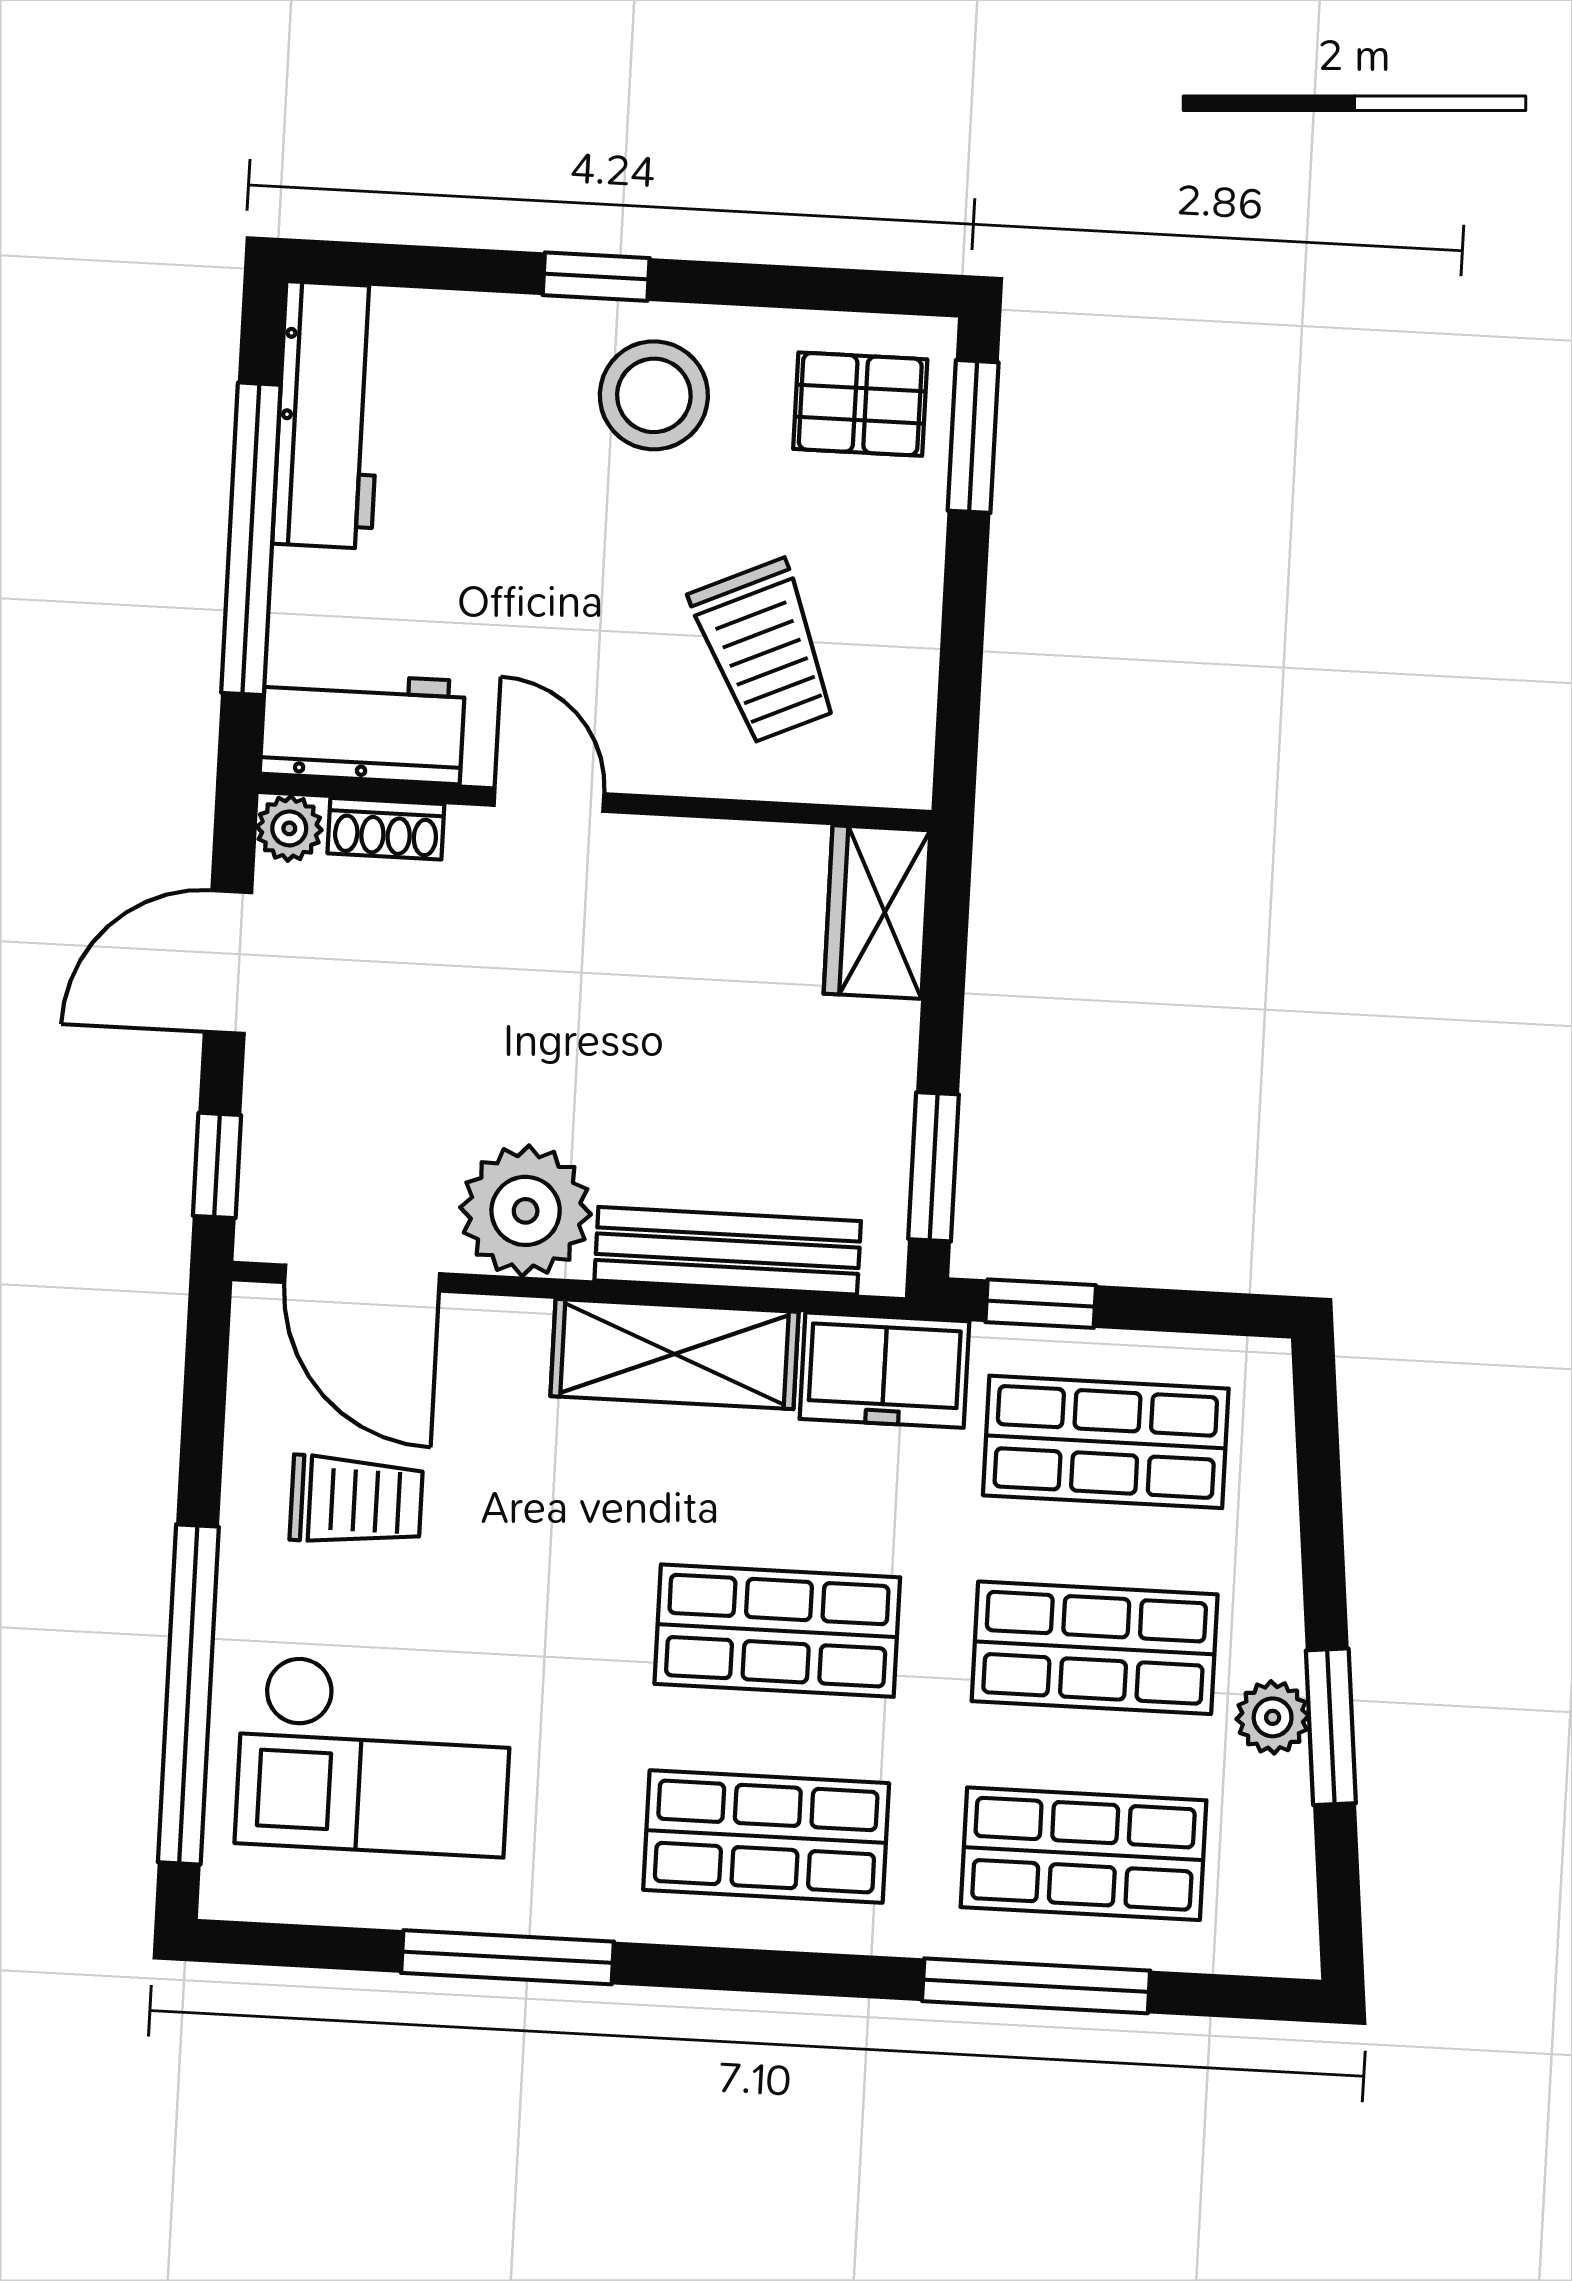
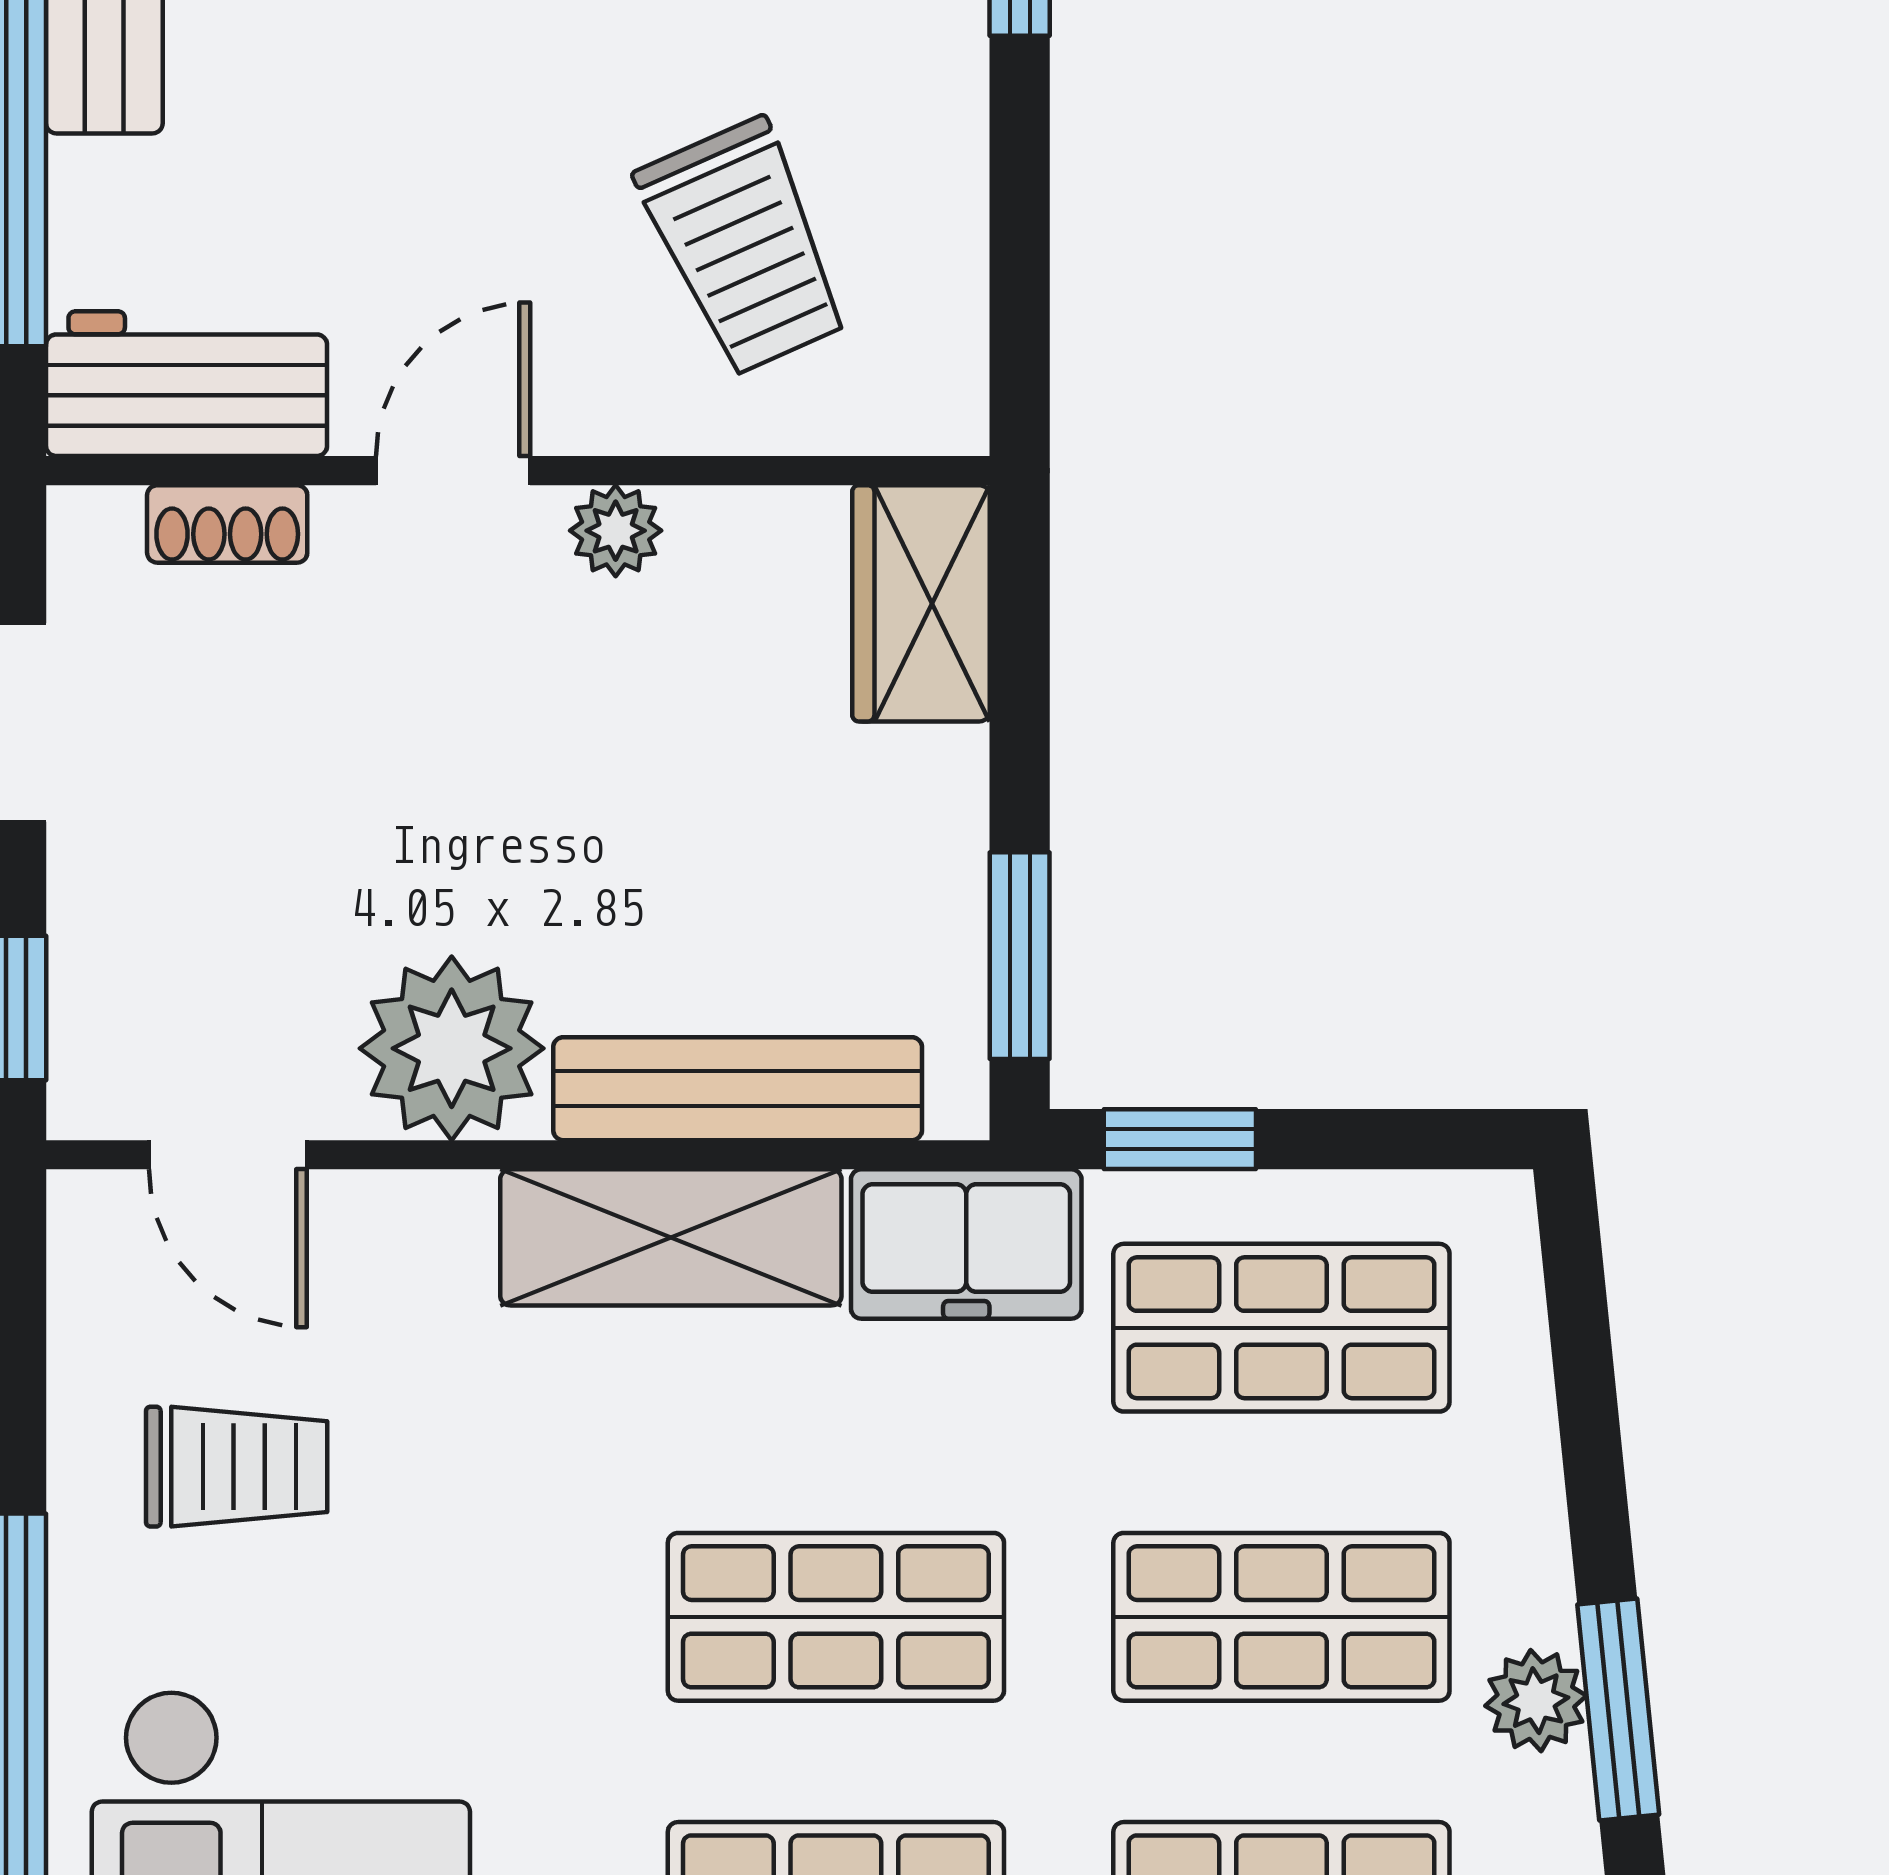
door: (549, 800) -> (453, 471), hinge flipped
plant: (289, 828) -> (616, 531), moved
door: (362, 1278) -> (228, 1155), width x0.73

